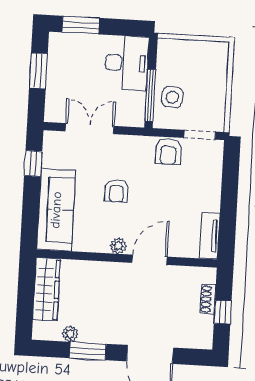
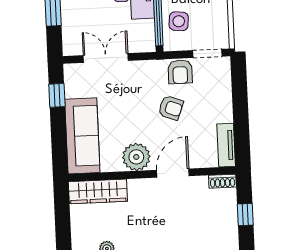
armchair: (117, 191) -> (171, 108), moved, turned -69
plant: (118, 246) -> (136, 157), width x1.88, depth x1.88
wardrobe: (46, 289) -> (98, 191), moved, turned 90
shoe rack: (208, 299) -> (222, 181), moved, turned -90

